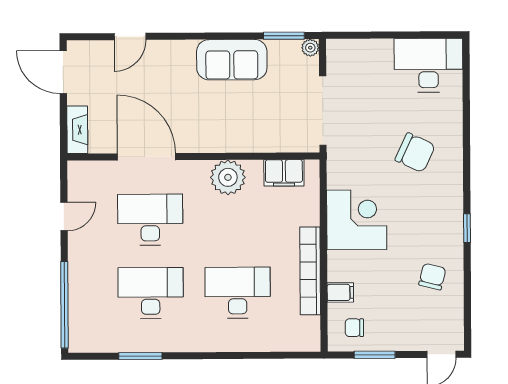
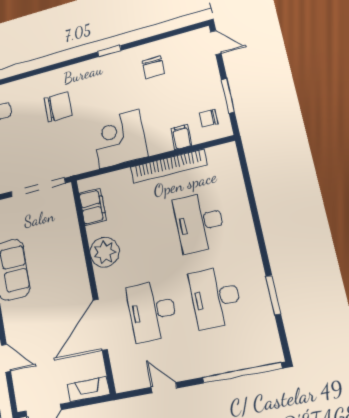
chair: (415, 153) -> (58, 107), turned 65
chair: (432, 277) -> (153, 67), turned -104
chair: (354, 328) -> (209, 118), turned 90

